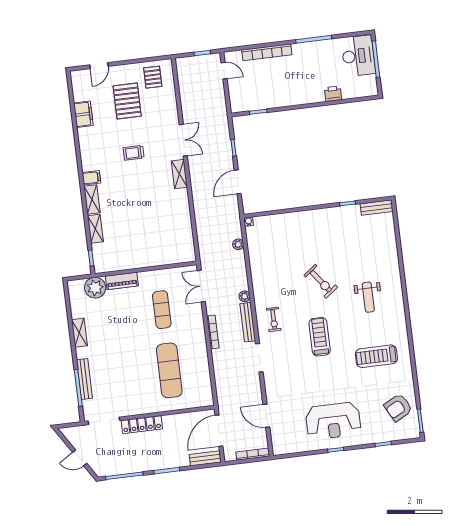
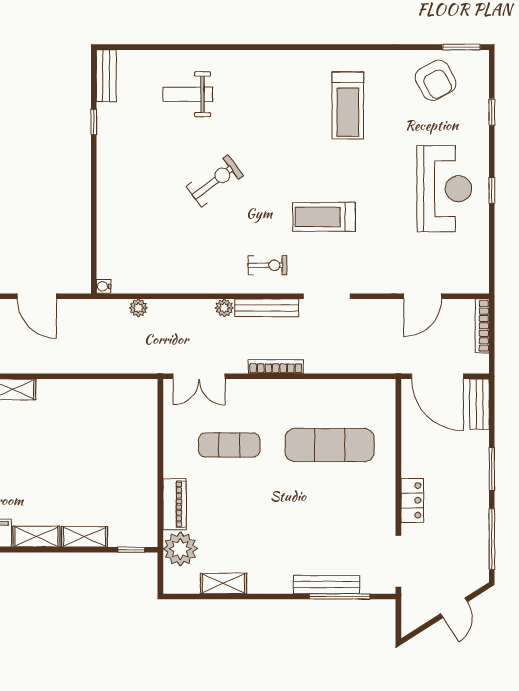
weight bench: (368, 297) -> (188, 94), moved, turned 180
shelving: (79, 333) -> (223, 583), moved
treadmill: (320, 337) -> (324, 217), moved
locker: (142, 425) -> (412, 500), width x0.66

